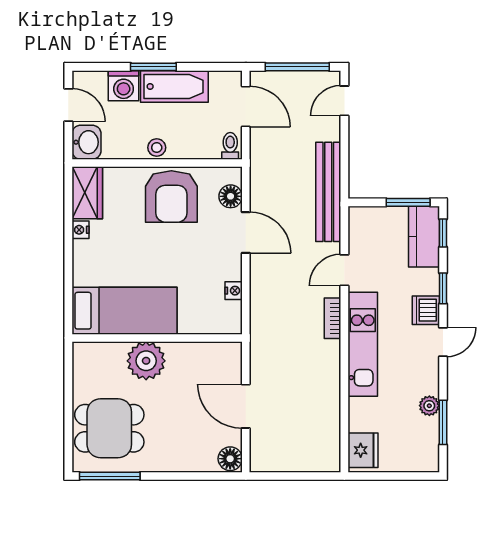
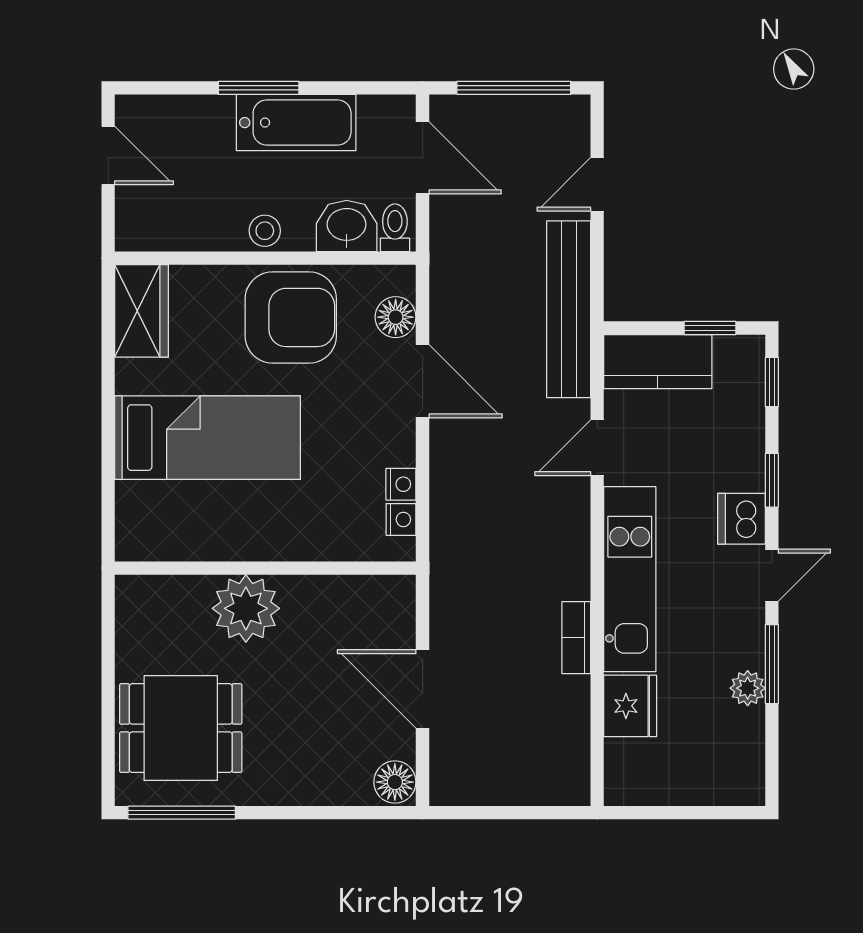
washing machine: (124, 86) -> (206, 121), removed
door: (344, 101) -> (597, 184), moved
washbasin: (86, 142) -> (347, 226), moved, turned -90
armchair: (171, 197) -> (291, 317), turned -90
window: (408, 202) -> (710, 328), width x0.67
nightstand: (80, 230) -> (401, 519), moved, turned 180
kitchen counter: (424, 237) -> (658, 362), moved, turned -90
bed: (124, 311) -> (207, 438), moved
bookcase: (333, 318) -> (576, 638), moved
window: (443, 422) -> (772, 664), moved
fridge: (363, 450) -> (630, 706), moved

